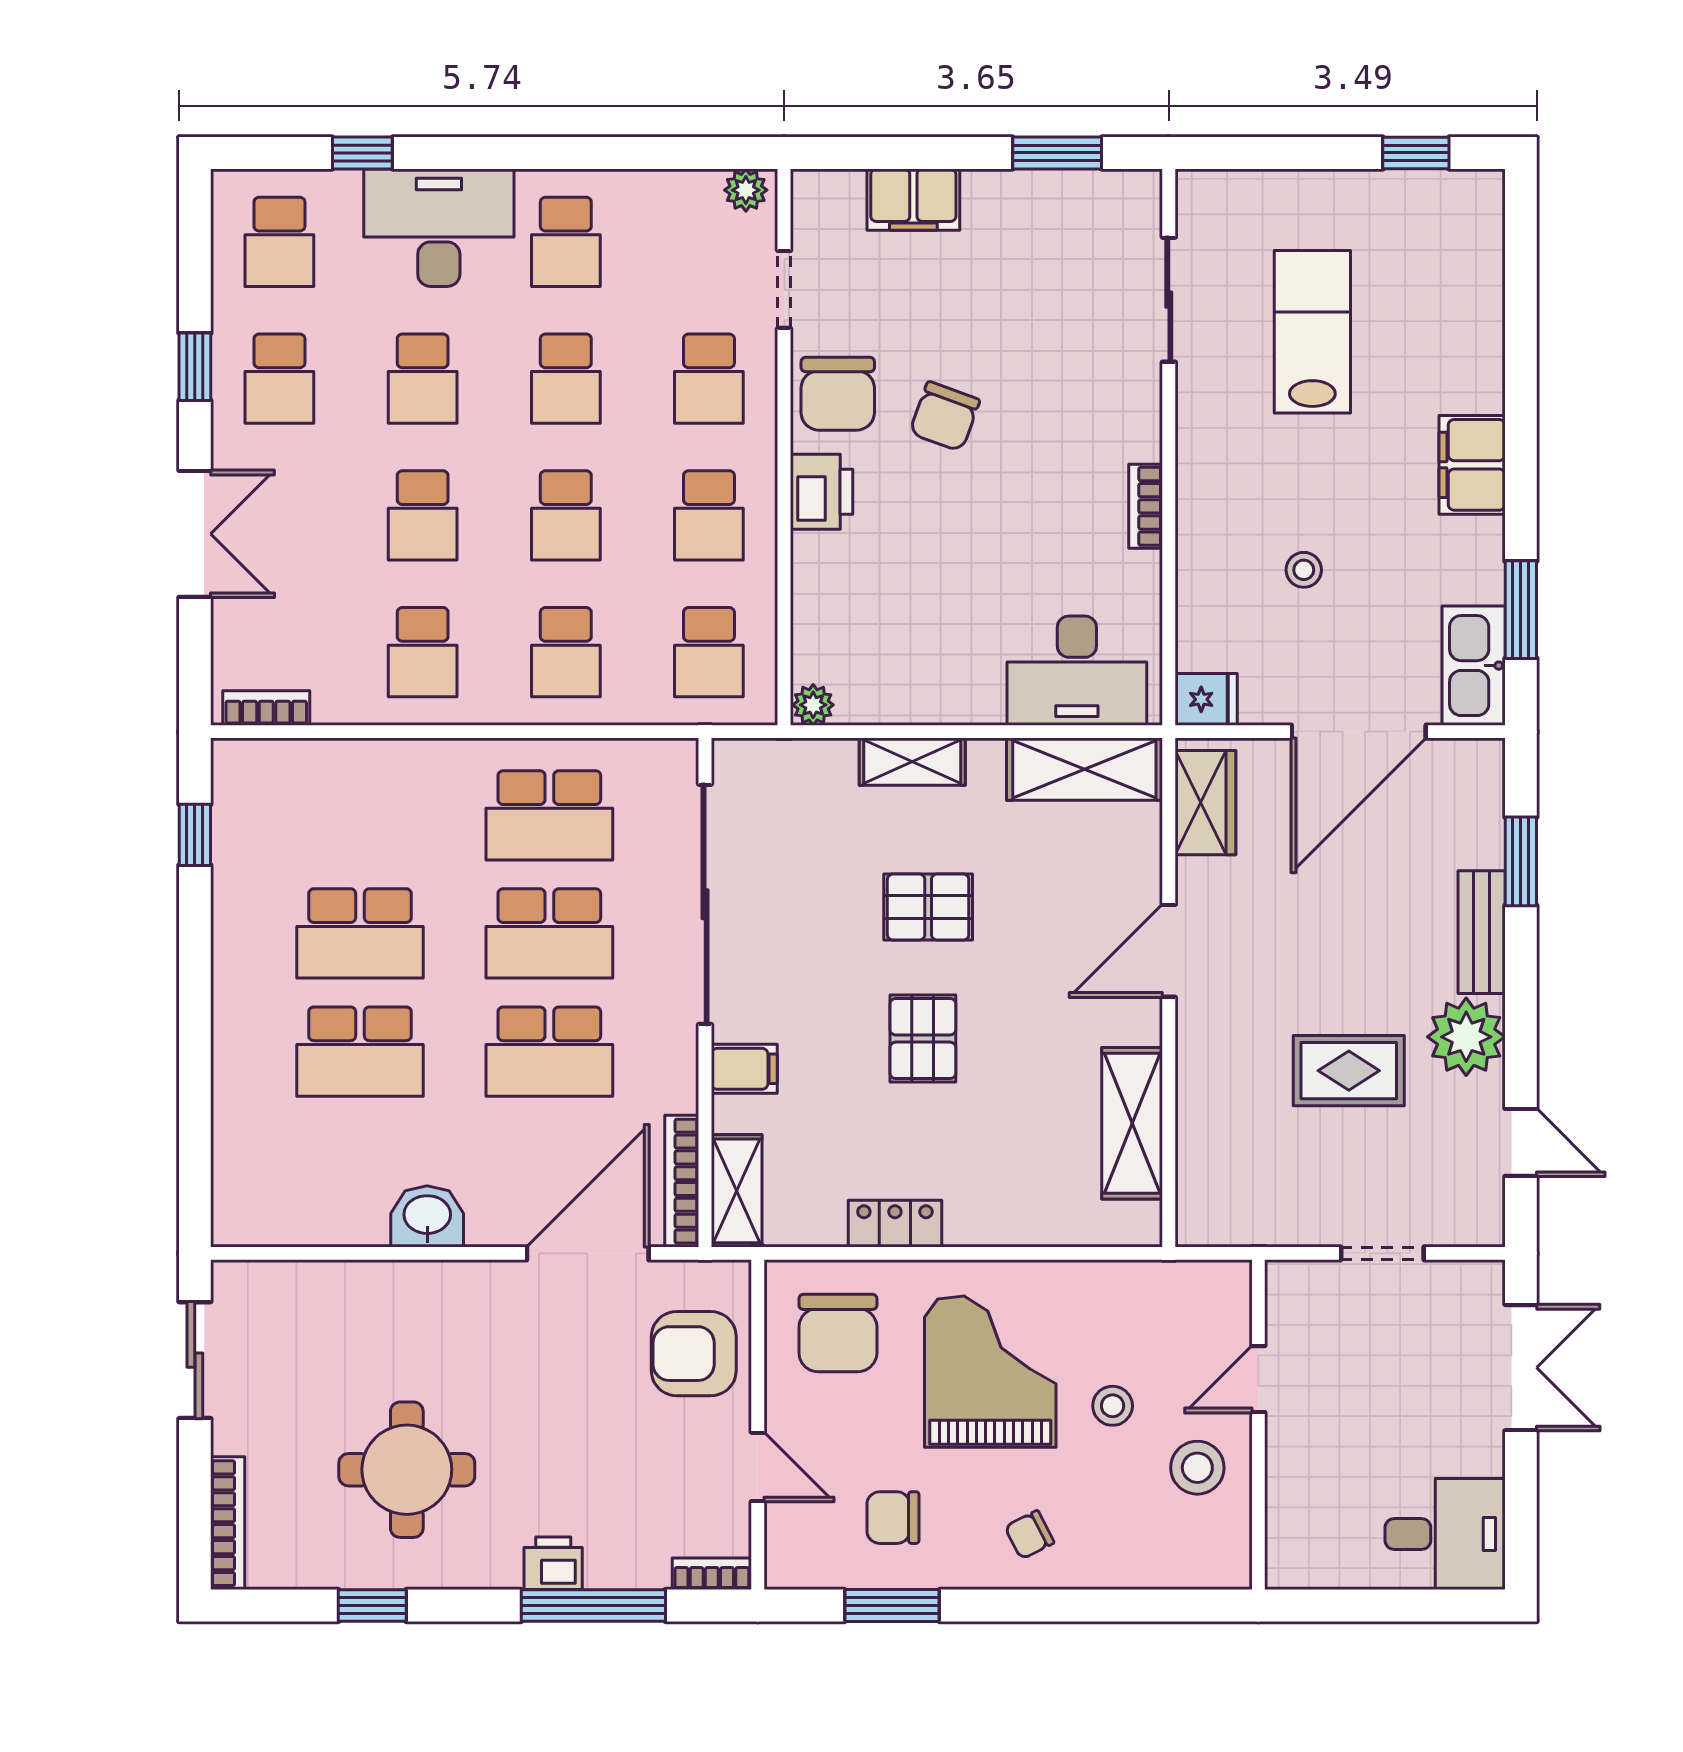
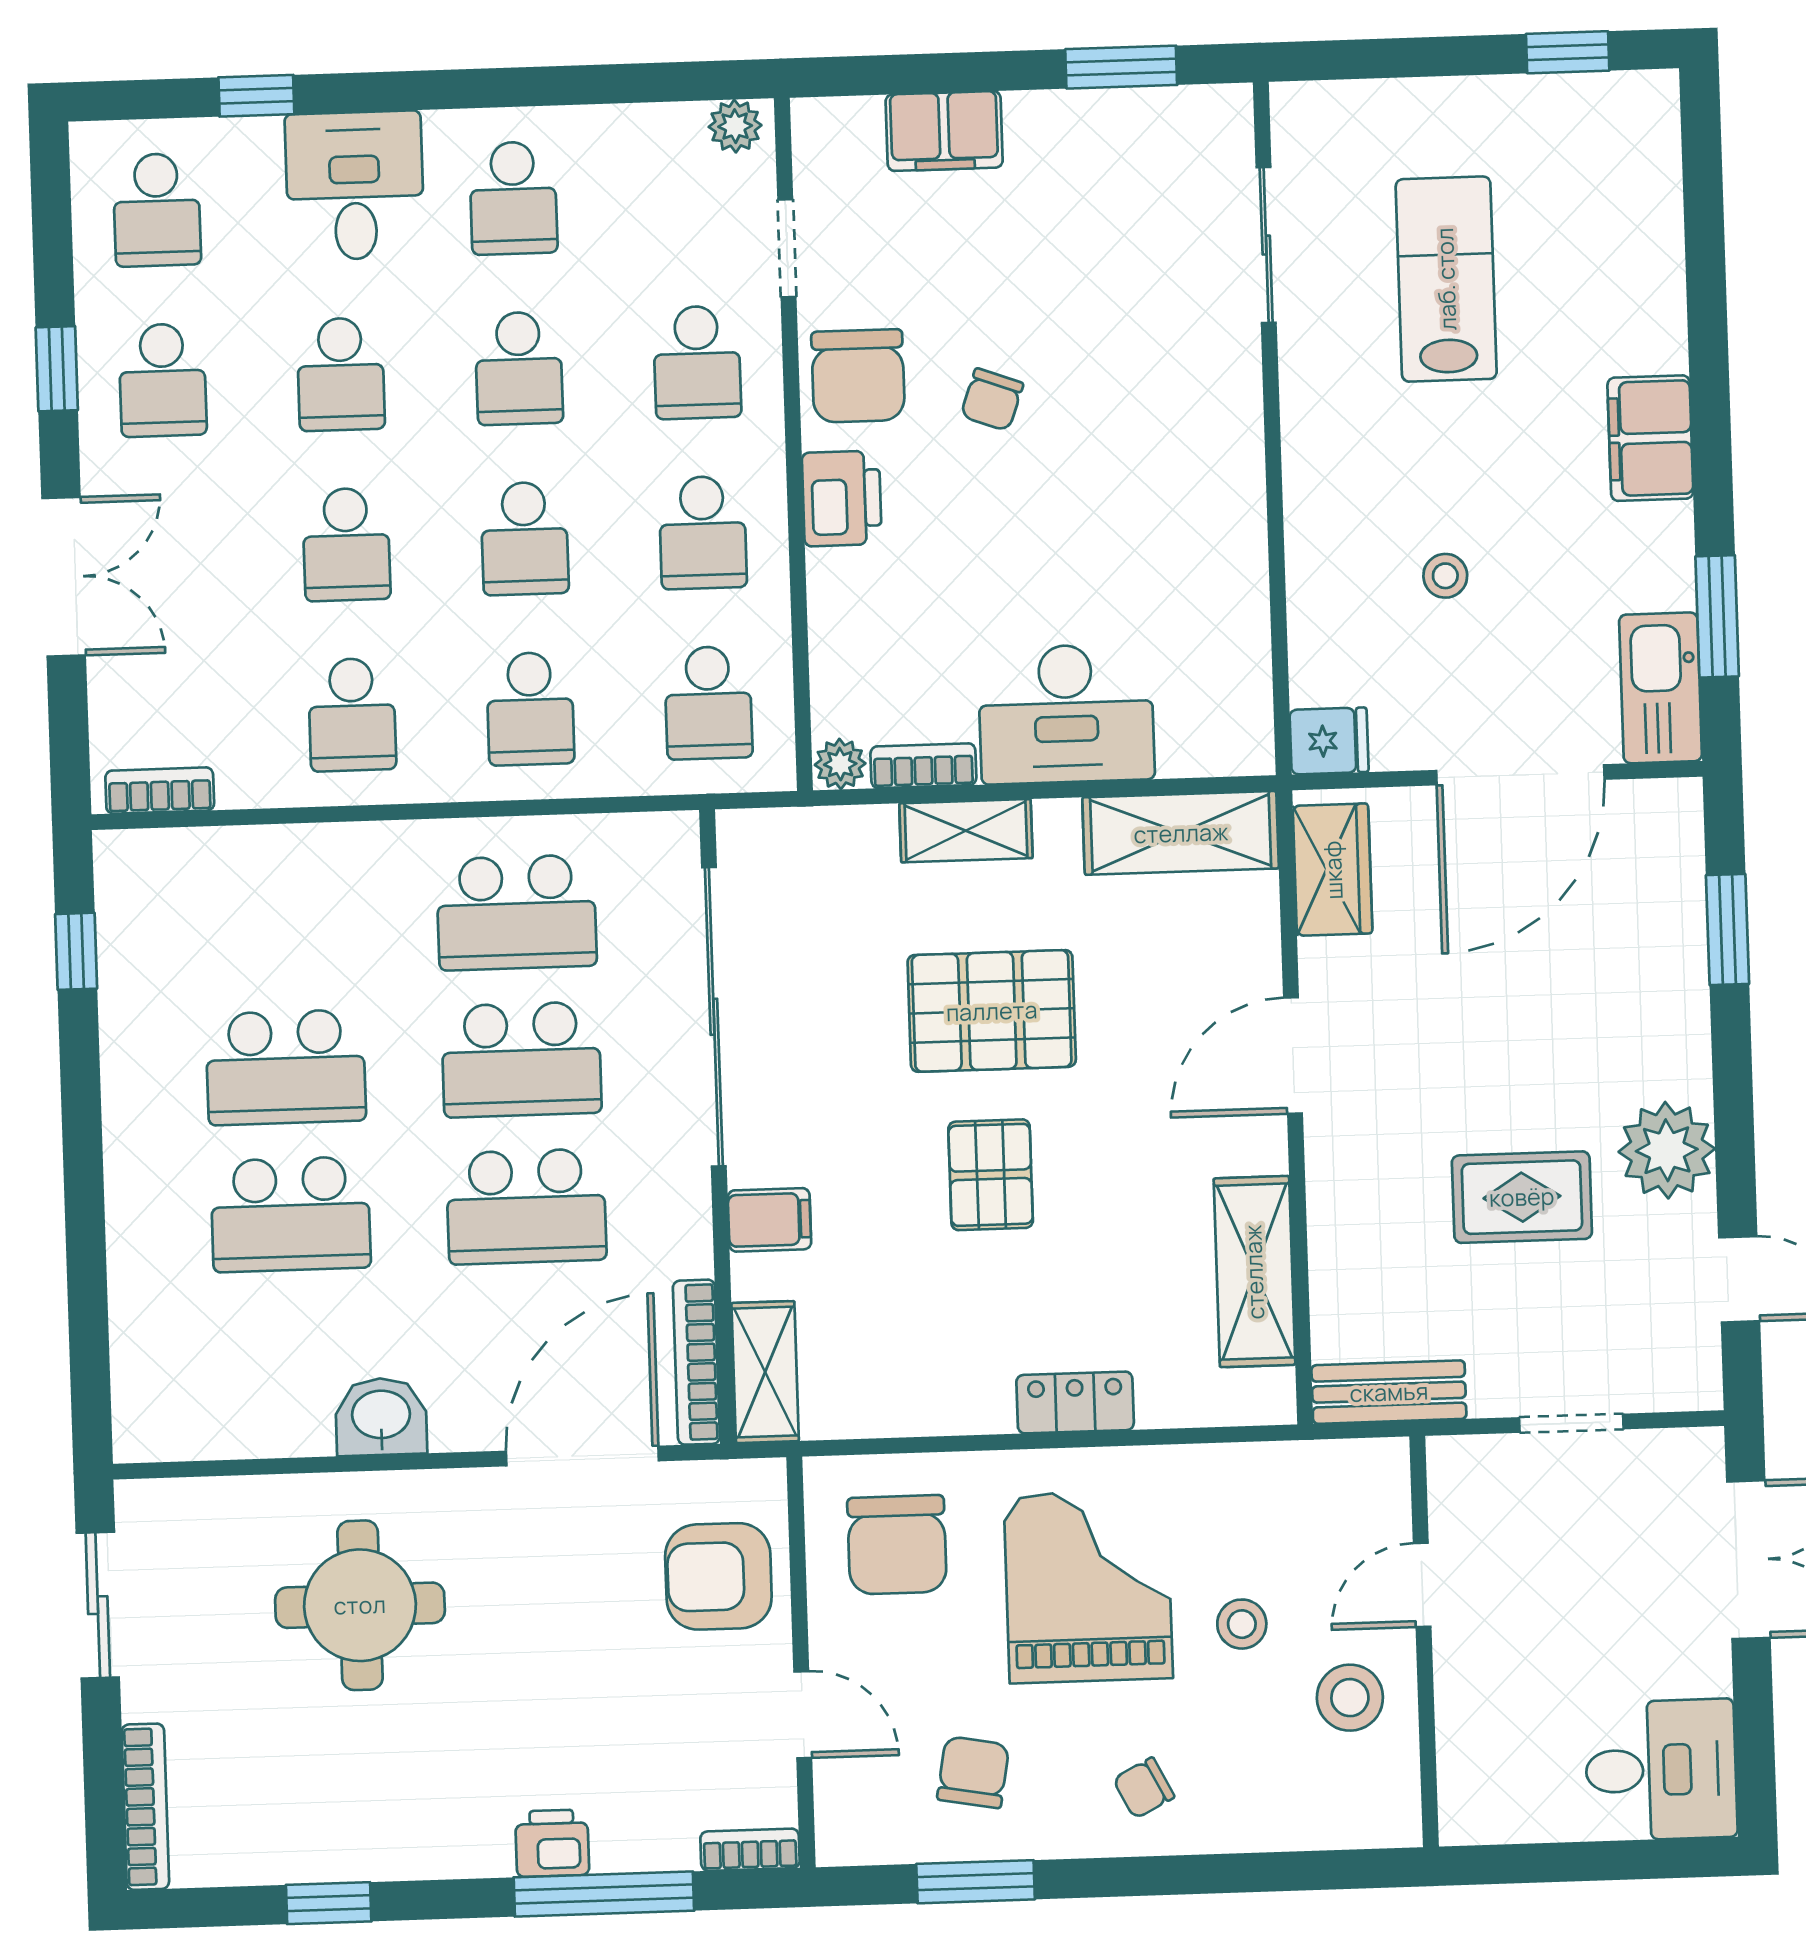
desk: (439, 228) -> (355, 186), width x0.73
chair: (945, 416) -> (992, 400), width x0.73, depth x0.73
bookcase: (1146, 506) -> (923, 766), moved, turned 90
desk: (1077, 671) -> (1066, 714), moved
pallet: (928, 907) -> (992, 1011), width x1.50, depth x1.42
bench: (1482, 932) -> (1389, 1392), moved, turned 90
locker: (895, 1224) -> (1075, 1403), moved
round table: (407, 1470) -> (360, 1605), moved
chair: (893, 1518) -> (973, 1772), turned 100

